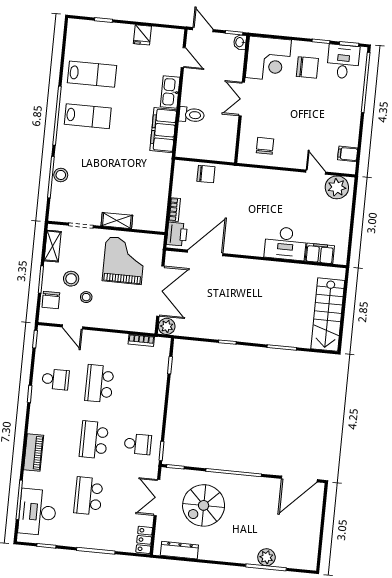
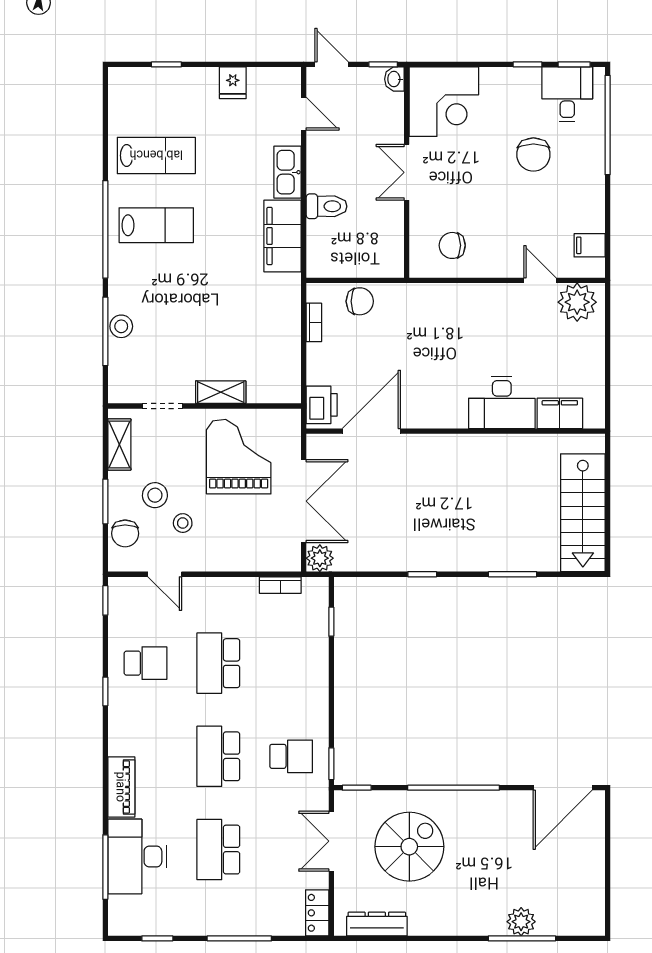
chair: (307, 67) -> (533, 155), moved, turned 90
chair: (265, 146) -> (452, 245), turned -90
bookcase: (175, 210) -> (314, 322), moved
spiral stairs: (204, 505) -> (409, 847), turned 180
desk: (37, 512) -> (137, 856), moved

